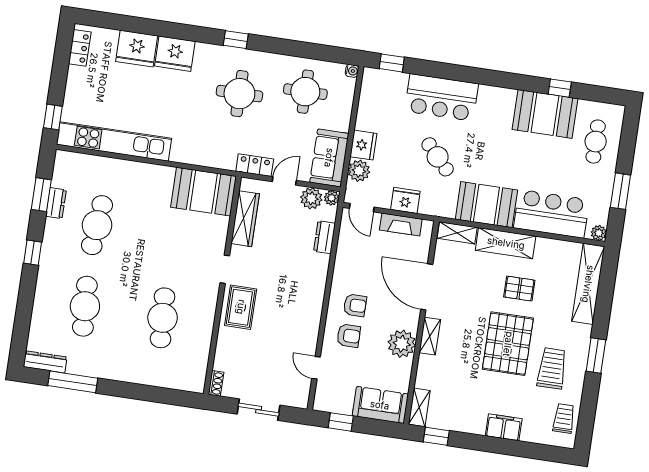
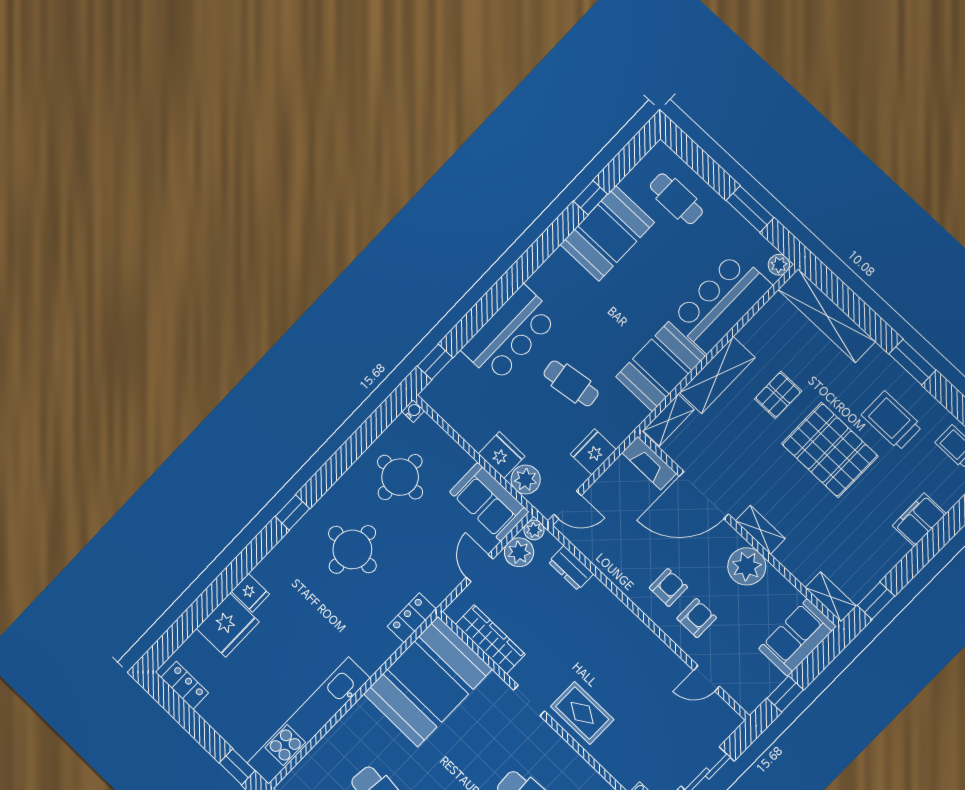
fridge: (175, 54) -> (250, 593), width x0.53, depth x0.75
cafe table: (438, 157) -> (571, 383), turned 35
locker: (255, 165) -> (412, 618), moved
booth: (204, 192) -> (428, 682), width x1.36, depth x1.42
fireplace: (401, 225) -> (649, 463), moved, turned 90

